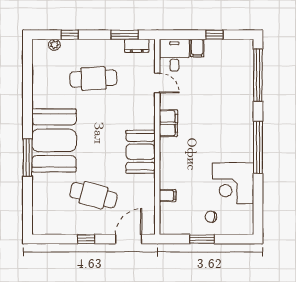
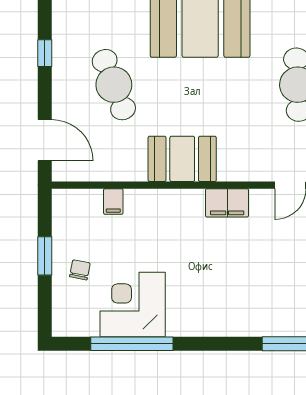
window: (258, 147) -> (132, 344), moved
cafe table: (93, 195) -> (114, 85), turned -36
window: (86, 239) -> (45, 53), moved

